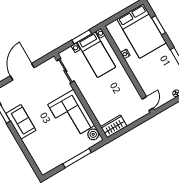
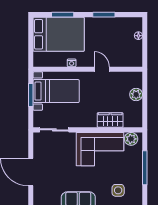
door: (148, 104) -> (102, 69), moved
plant: (130, 118) -> (136, 95), added
wardrobe: (114, 126) -> (110, 120), moved, turned 90
side table: (48, 148) -> (118, 190), added

